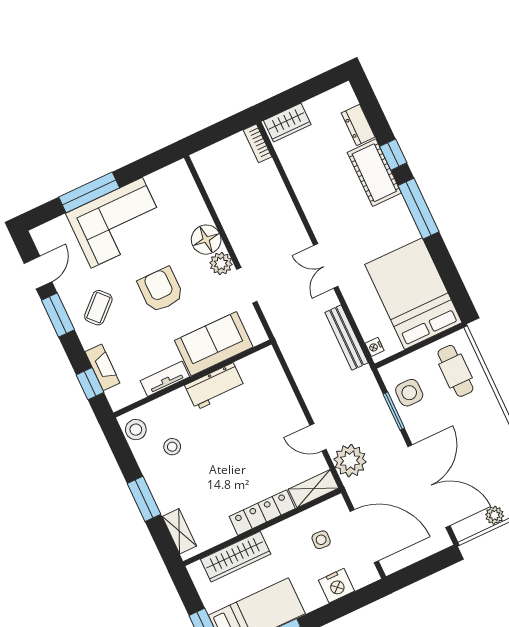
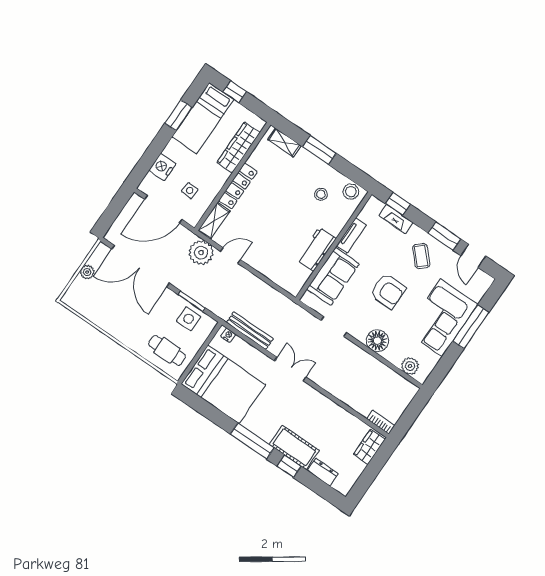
plant: (221, 264) -> (410, 366), moved

